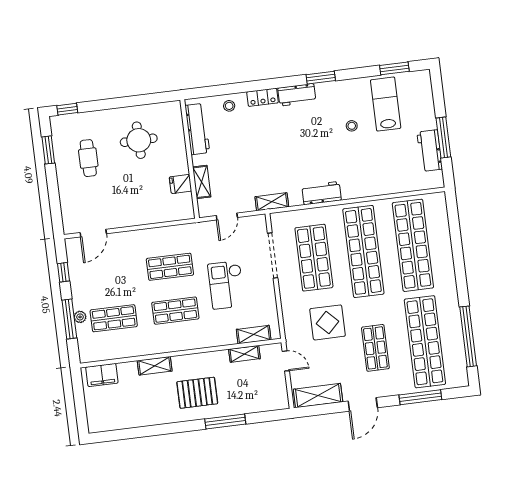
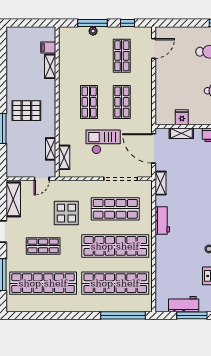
door: (227, 217) -> (154, 148), width x1.87
door: (93, 233) -> (154, 49), swing flipped
shop shelf: (114, 318) -> (122, 56), moved
window: (468, 336) -> (123, 315), moved
shelving: (155, 366) -> (50, 66), moved
filing cabinet: (102, 375) -> (48, 48), width x0.50
pallet: (197, 393) -> (26, 111), turned 90

